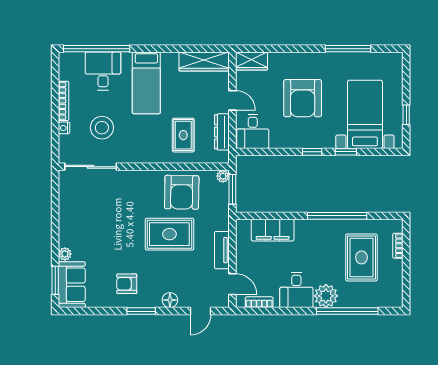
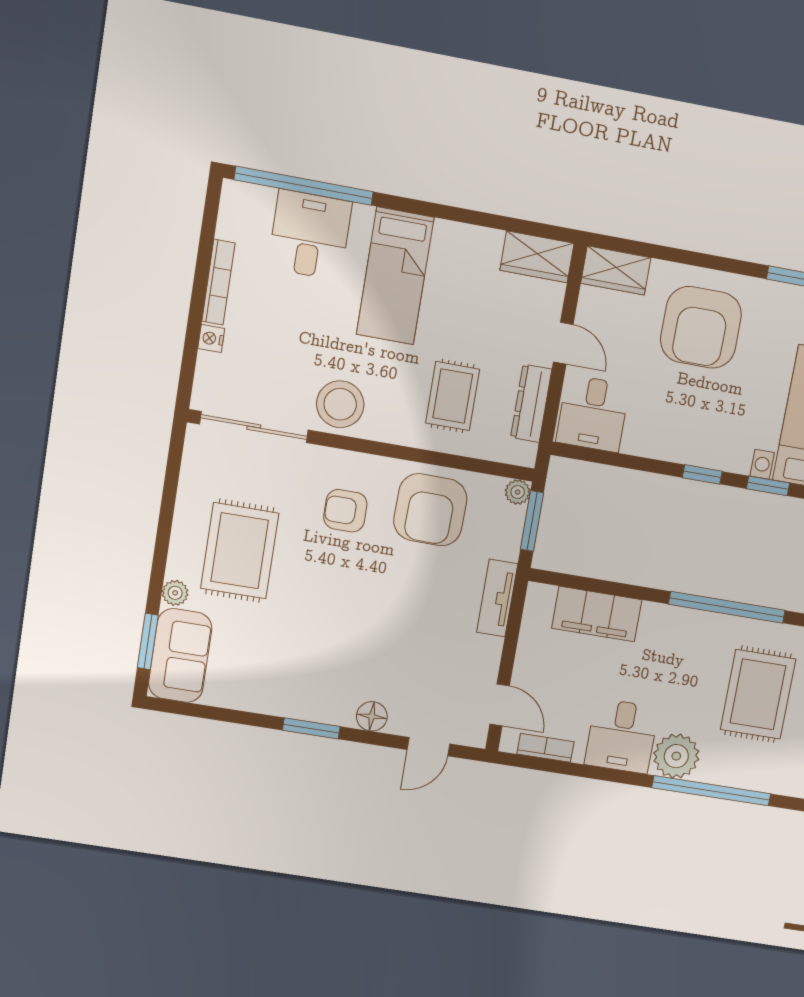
wardrobe: (204, 62) -> (537, 257), width x0.67
armchair: (303, 98) -> (701, 327), moved
stool: (102, 128) -> (340, 404), moved
rug: (169, 234) -> (240, 551), moved, turned 90
tv unit: (222, 250) -> (497, 598), moved
armchair: (127, 284) -> (345, 511), moved

